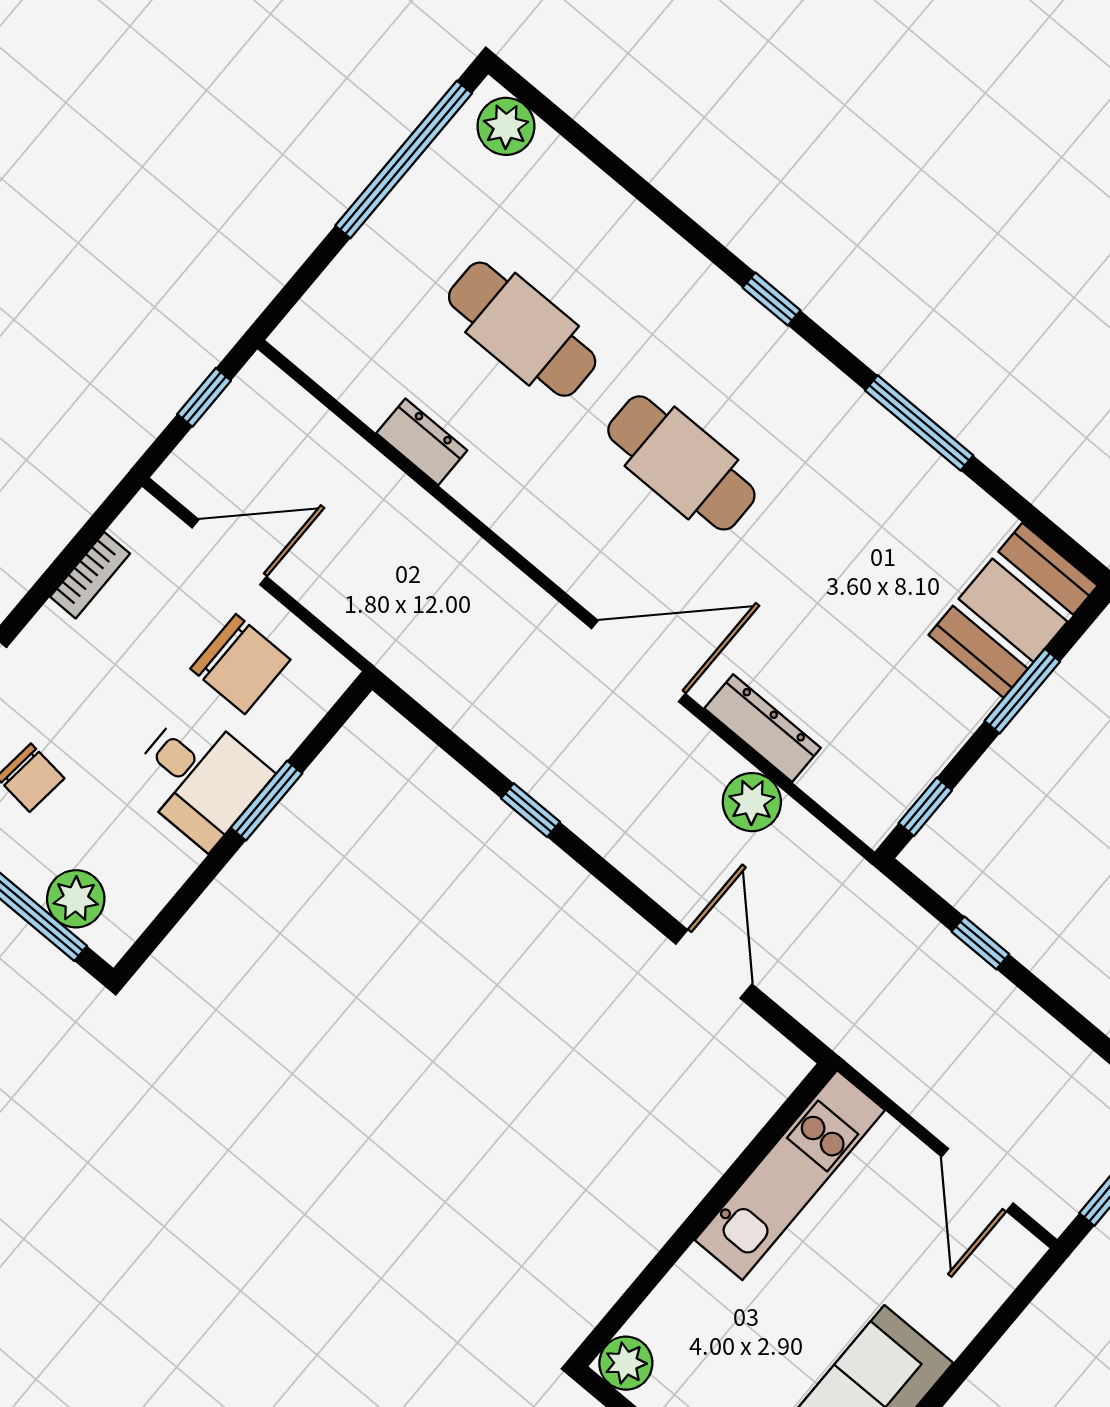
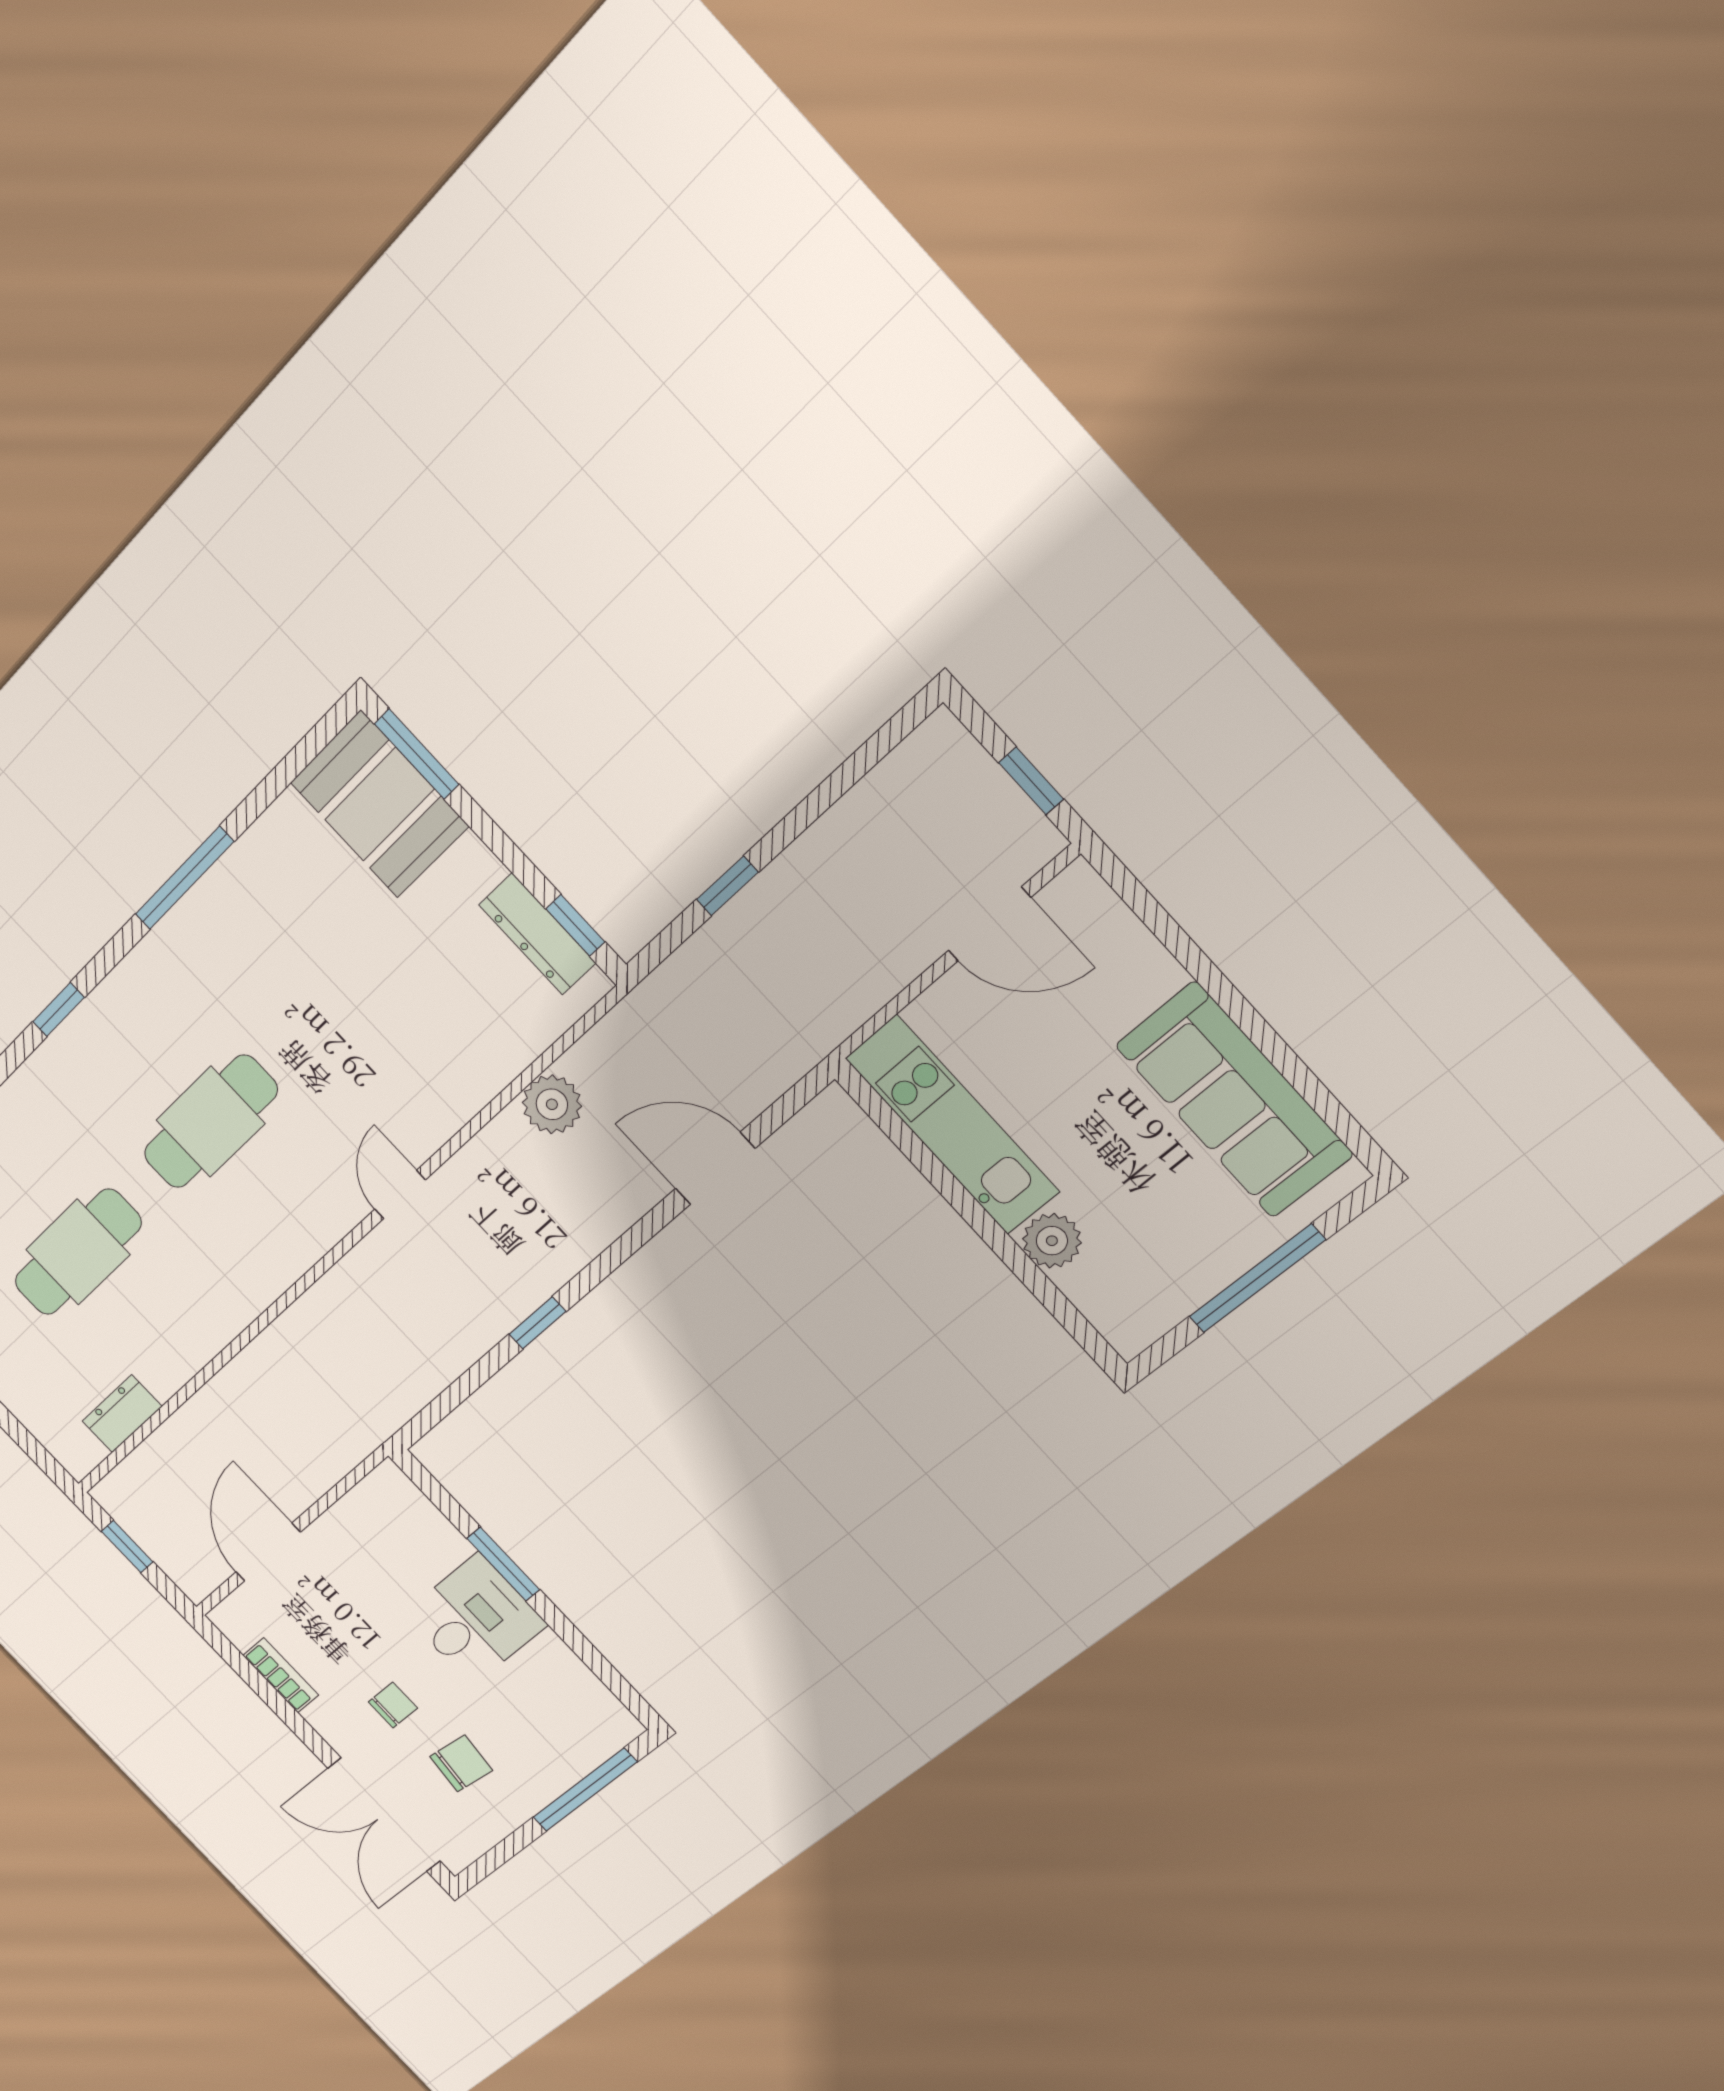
dresser: (422, 442) -> (122, 1414), moved
door: (638, 661) -> (400, 1195), width x0.53
chair: (240, 664) -> (393, 1705), moved, width x0.54, depth x0.54
window: (1022, 691) -> (417, 754), moved
dresser: (763, 728) -> (537, 934), moved, turned -90
plant: (76, 899) -> (578, 1748), removed
plant: (626, 1363) -> (1052, 1241), moved

